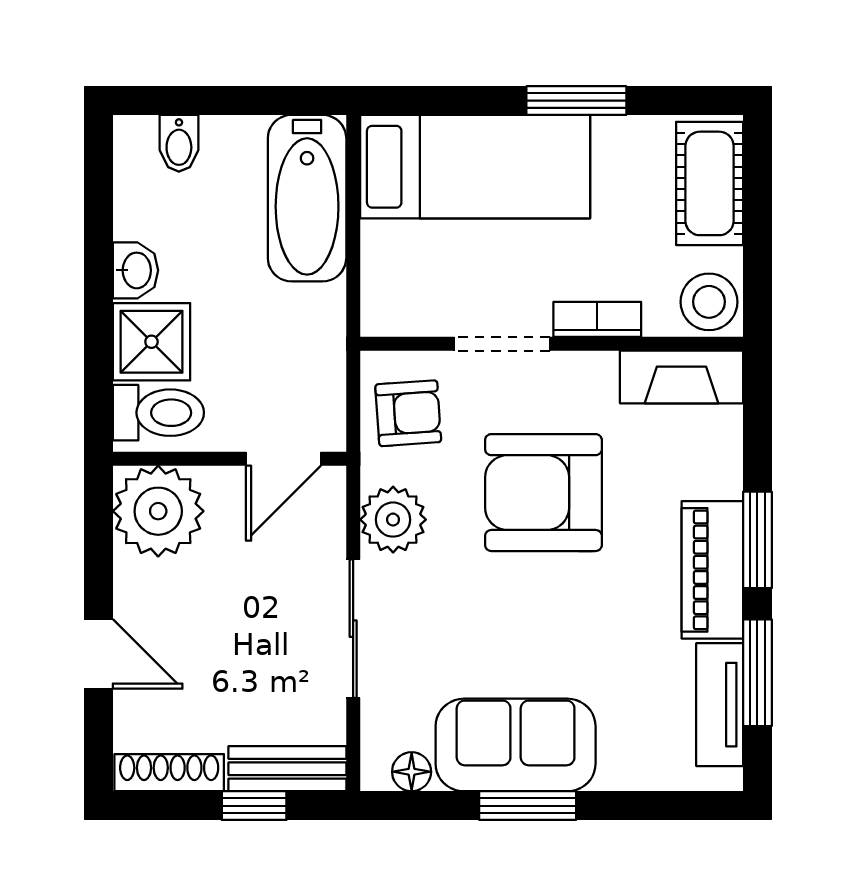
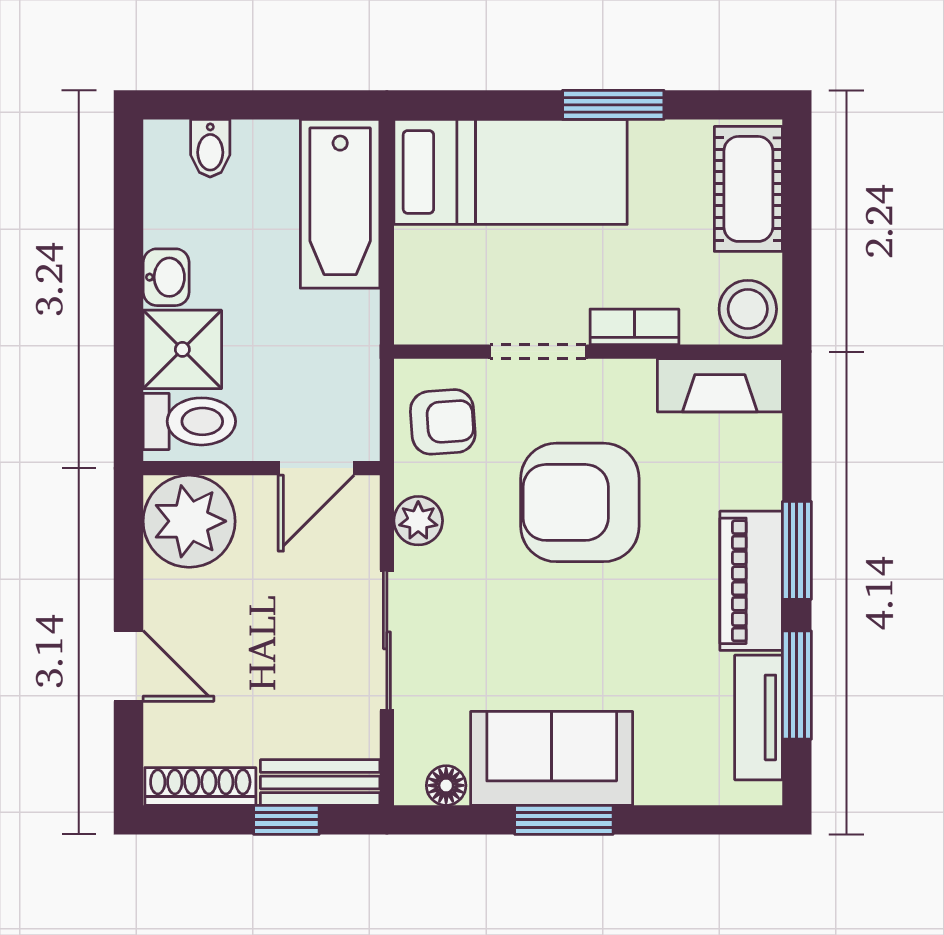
plant: (393, 520) -> (418, 521), width x0.73, depth x0.73

